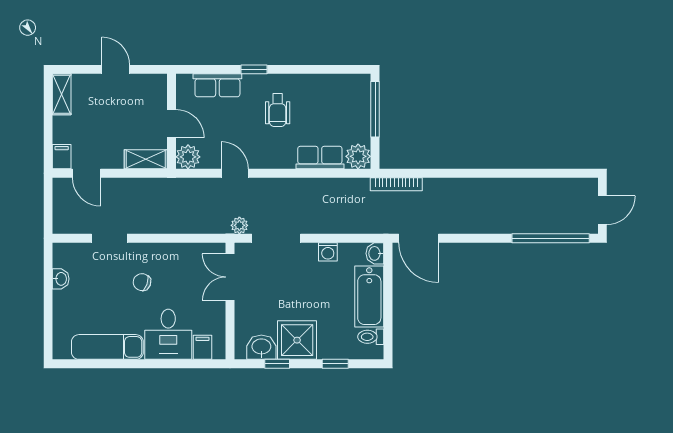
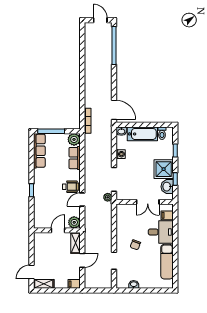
door: (116, 69) -> (32, 272), moved
row of seats: (217, 85) -> (39, 151), moved, width x1.48
wheelchair: (278, 110) -> (71, 187), moved
door: (86, 173) -> (82, 260), moved
door: (419, 238) -> (114, 110), hinge flipped
double door: (230, 277) -> (148, 202), moved

